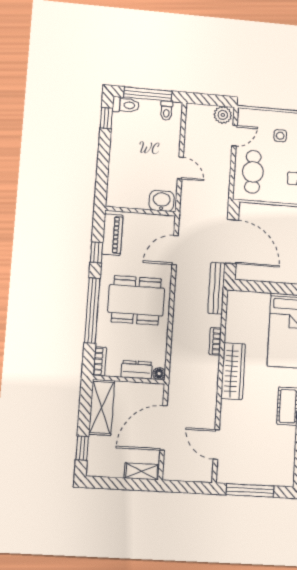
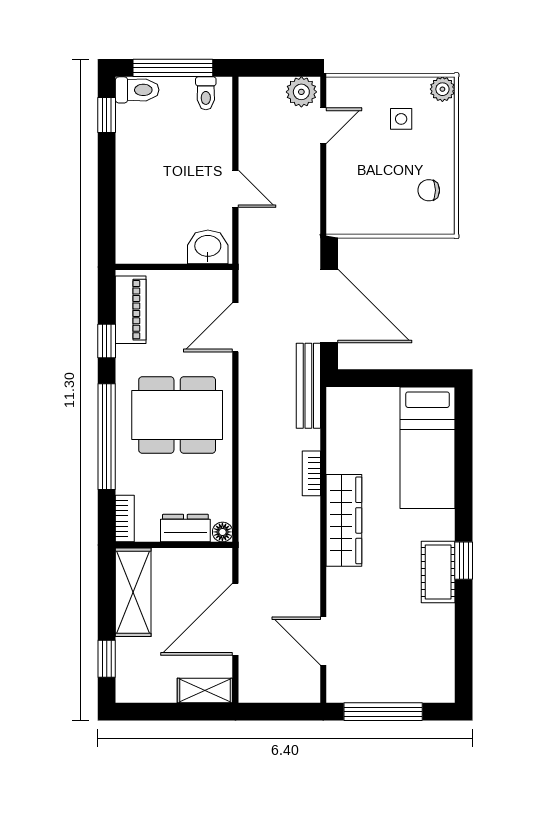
cafe table: (253, 172) -> (358, 185), removed

